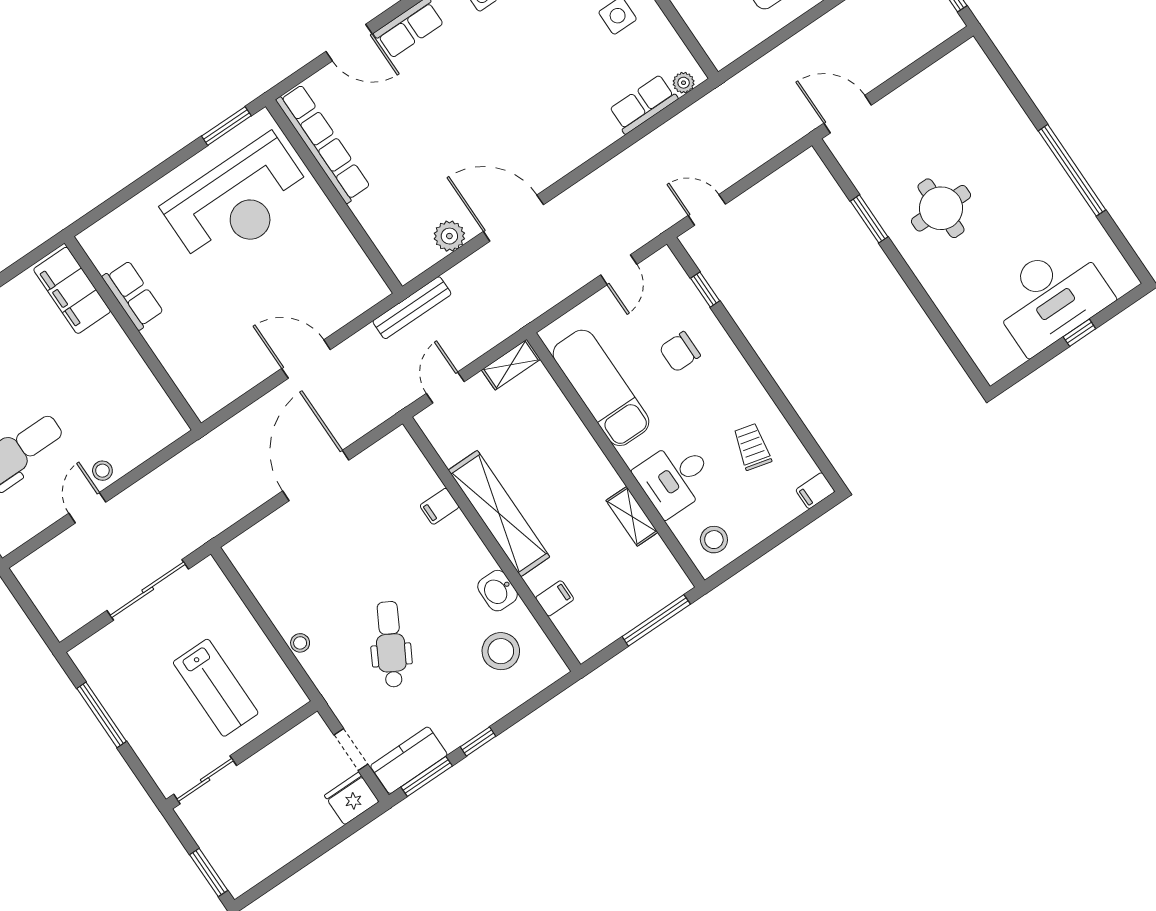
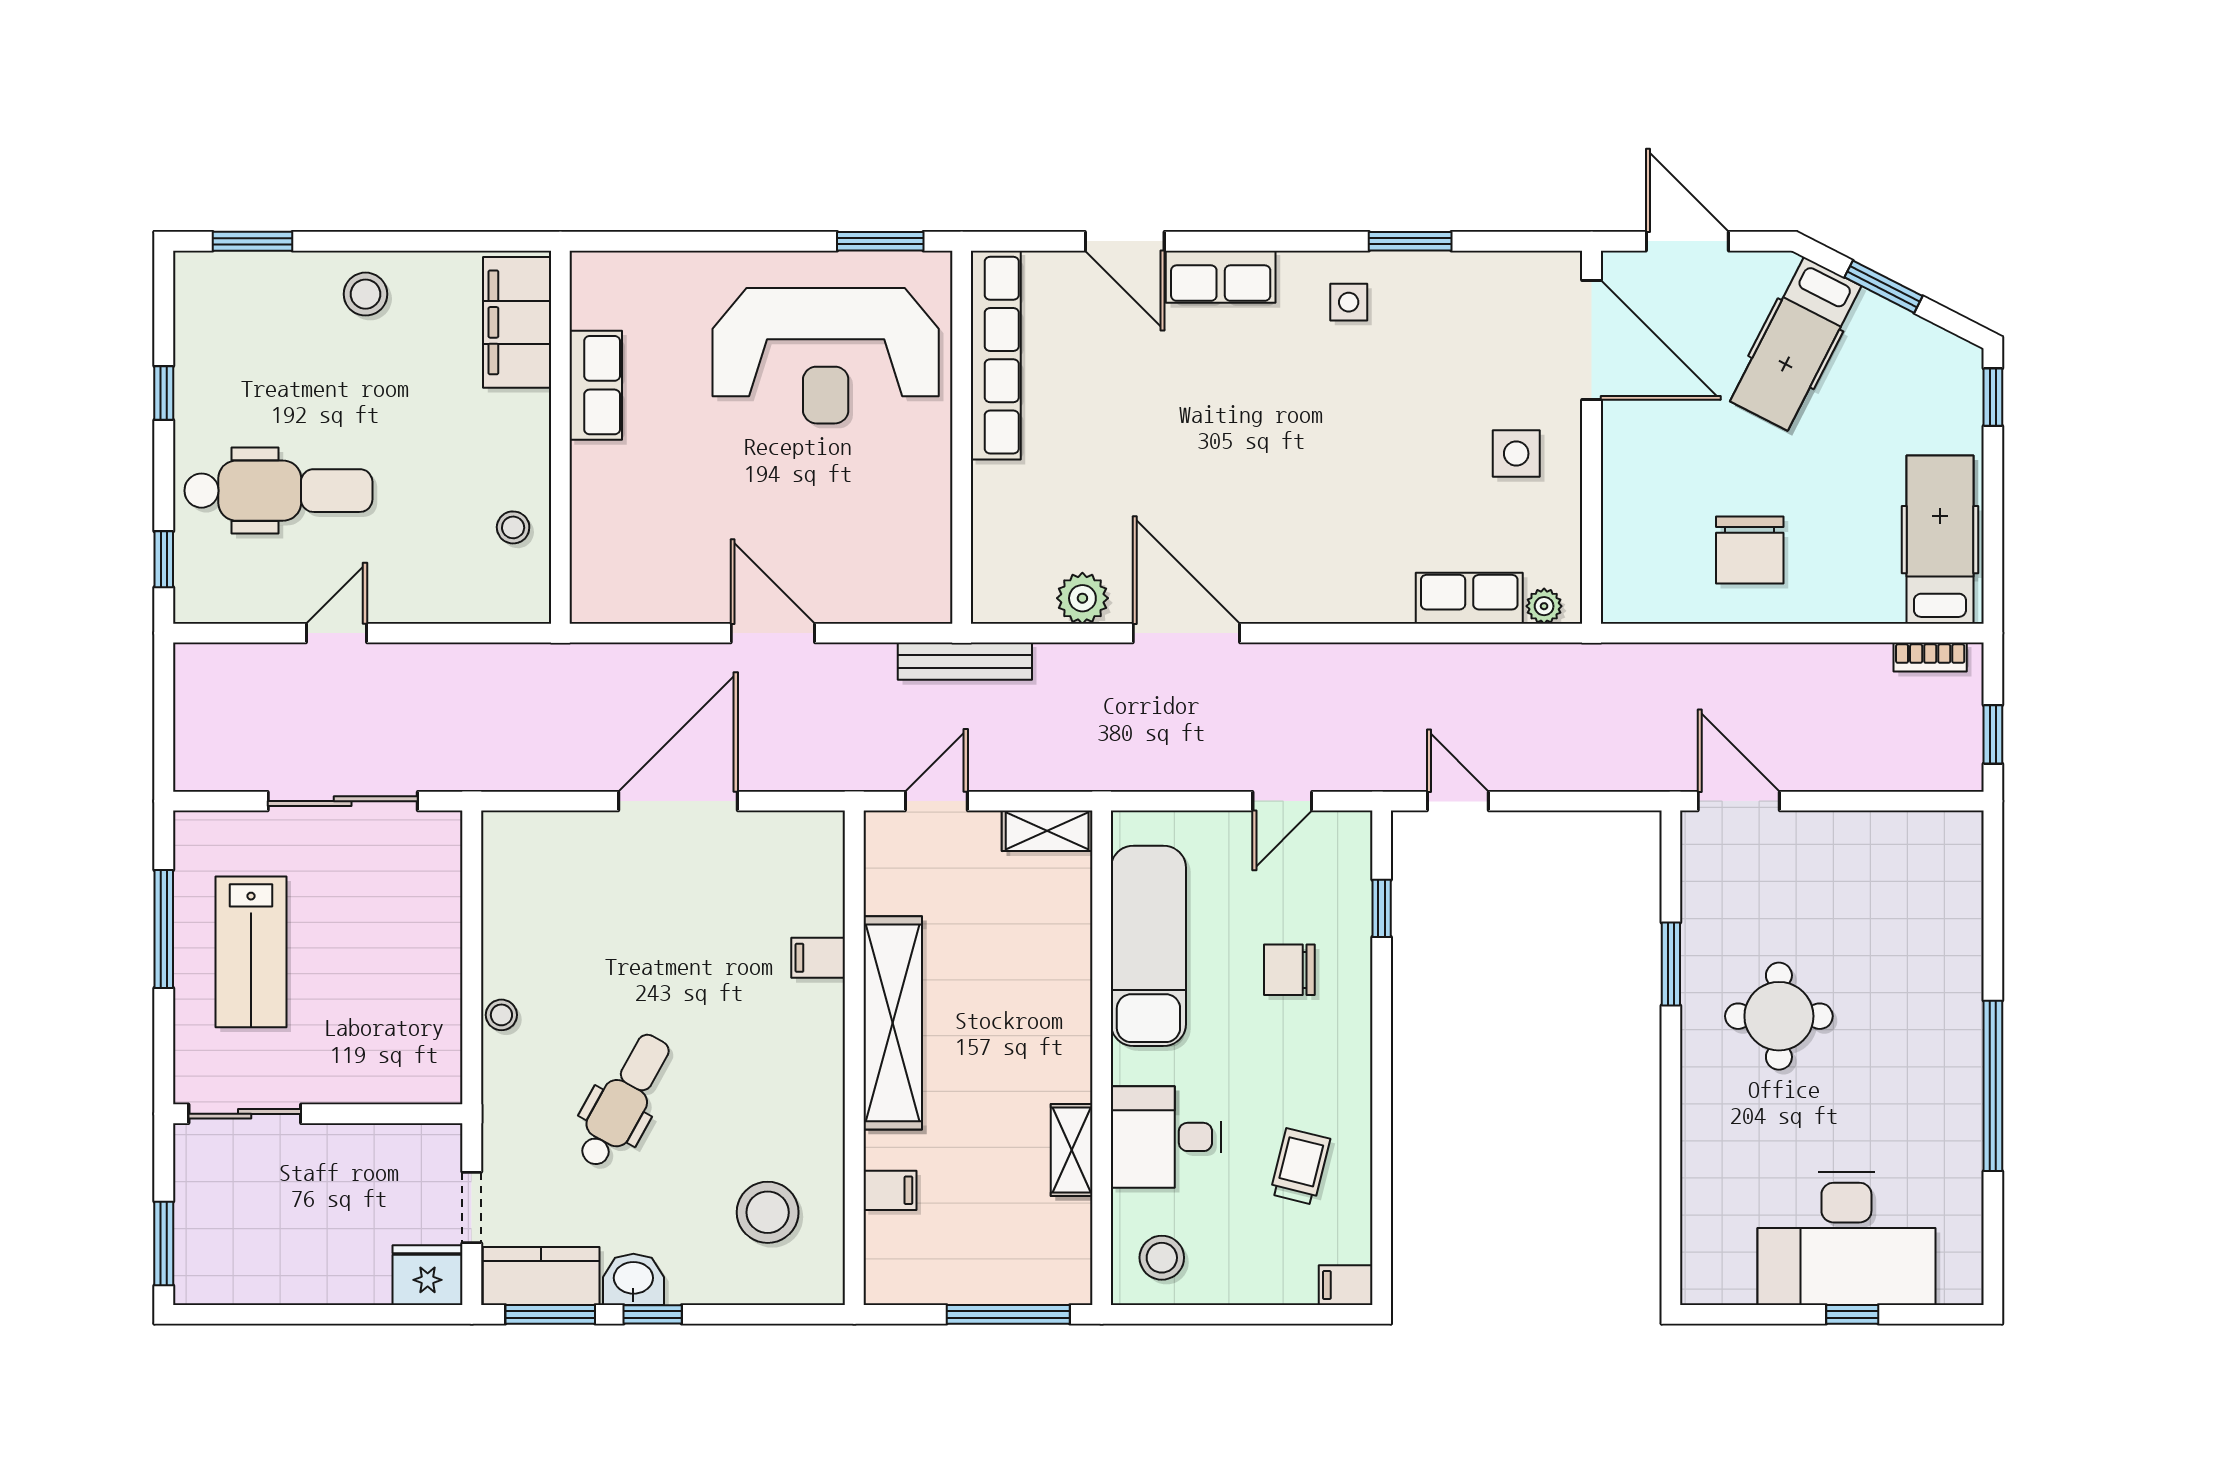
stool: (102, 471) -> (513, 527), moved
washbasin: (498, 591) -> (633, 1279), moved, turned 90
lab bench: (216, 688) -> (251, 952), moved

